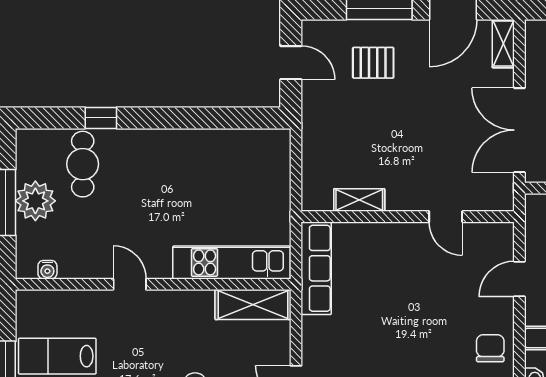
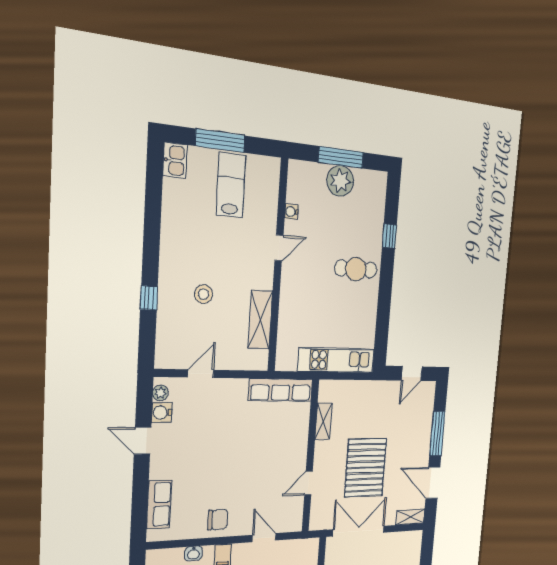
pallet: (373, 63) -> (366, 468), moved, width x2.05, depth x2.00
cafe table: (83, 164) -> (356, 269), moved
kitchen unit: (232, 262) -> (336, 360), moved, turned -90
water cooler: (47, 270) -> (291, 212), moved
shelving: (253, 305) -> (260, 320), moved

